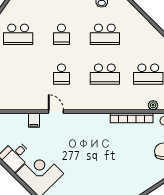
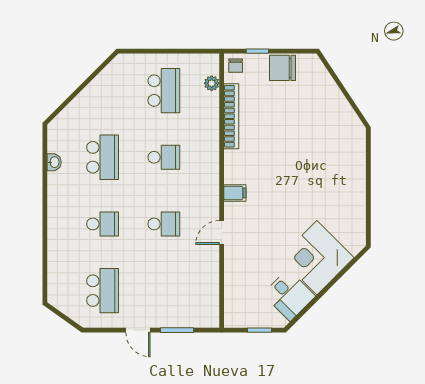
school desk: (105, 74) -> (164, 157), width x0.54
filing cabinet: (34, 120) -> (235, 193), moved

